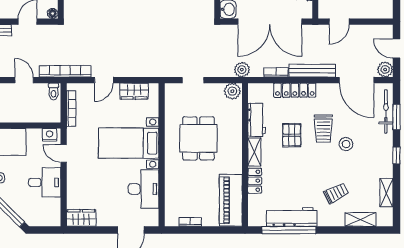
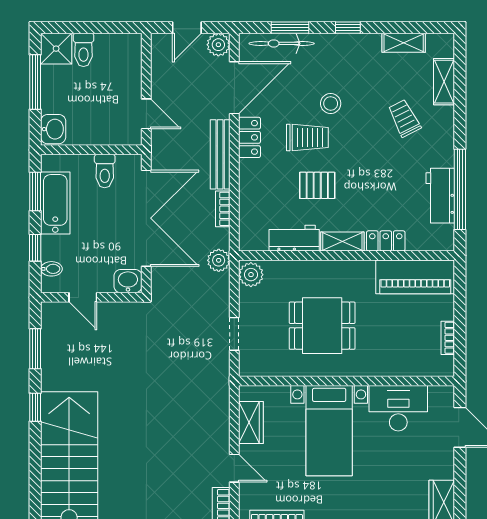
locker: (295, 90) -> (250, 137), moved, width x0.66
workbench: (292, 217) -> (440, 196), width x0.73

